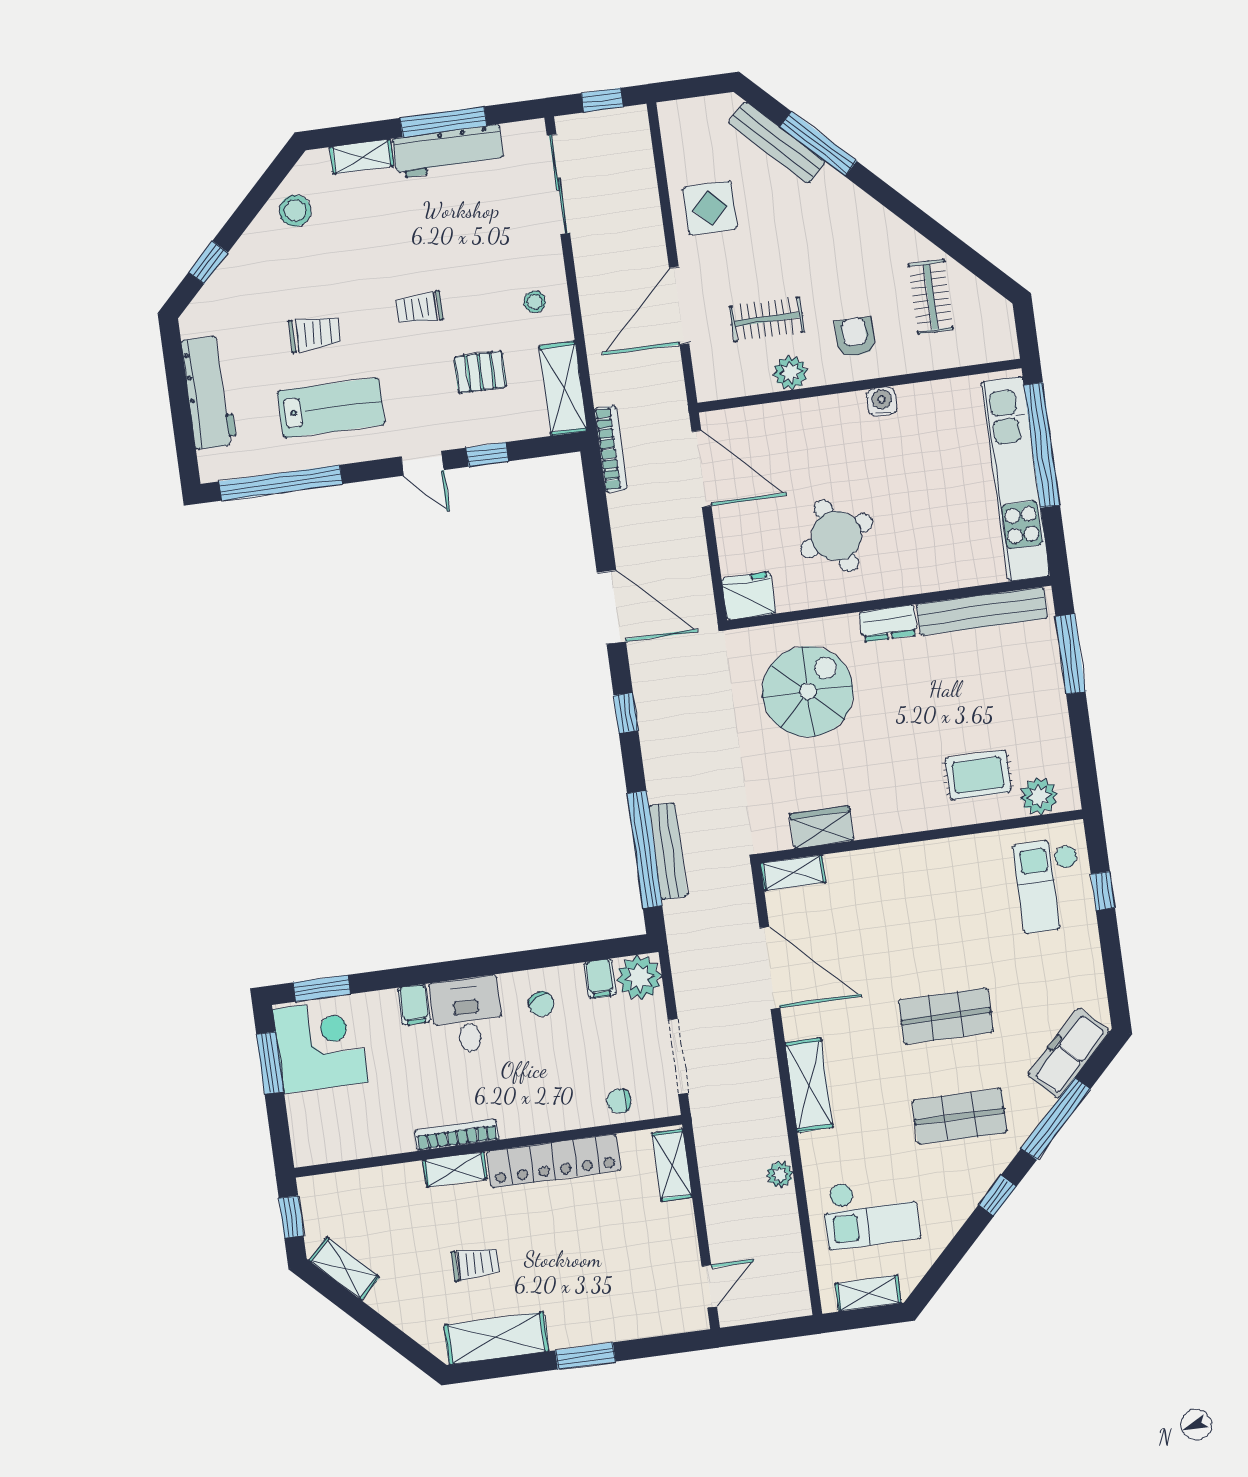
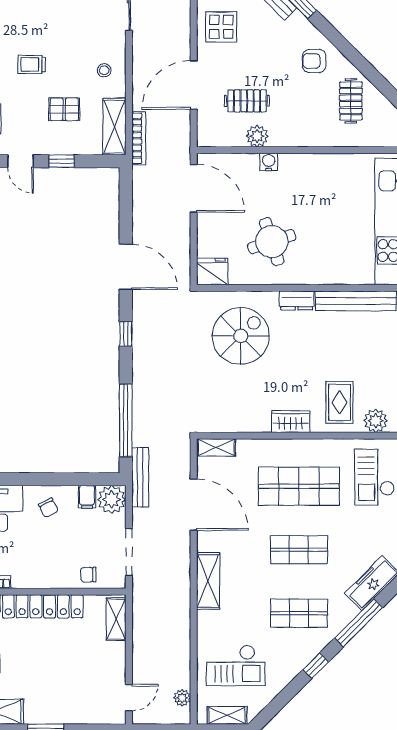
armchair: (855, 337) -> (314, 61), moved, turned -90
water cooler: (882, 402) -> (269, 162), moved
bookcase: (611, 449) -> (139, 138), moved
rug: (978, 775) -> (339, 402), turned 90
wardrobe: (822, 827) -> (290, 422), moved
bench: (668, 851) -> (140, 477), moved
shop shelf: (932, 916) -> (299, 486), added
plant: (780, 1174) -> (182, 698), moved

